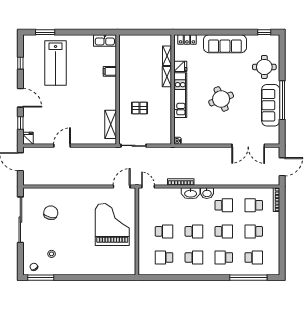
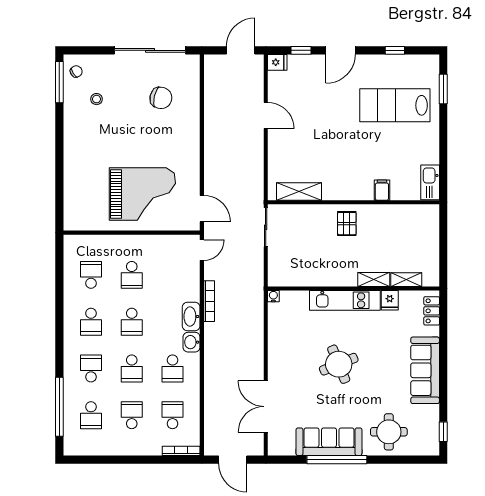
pallet: (140, 108) -> (347, 224), moved

